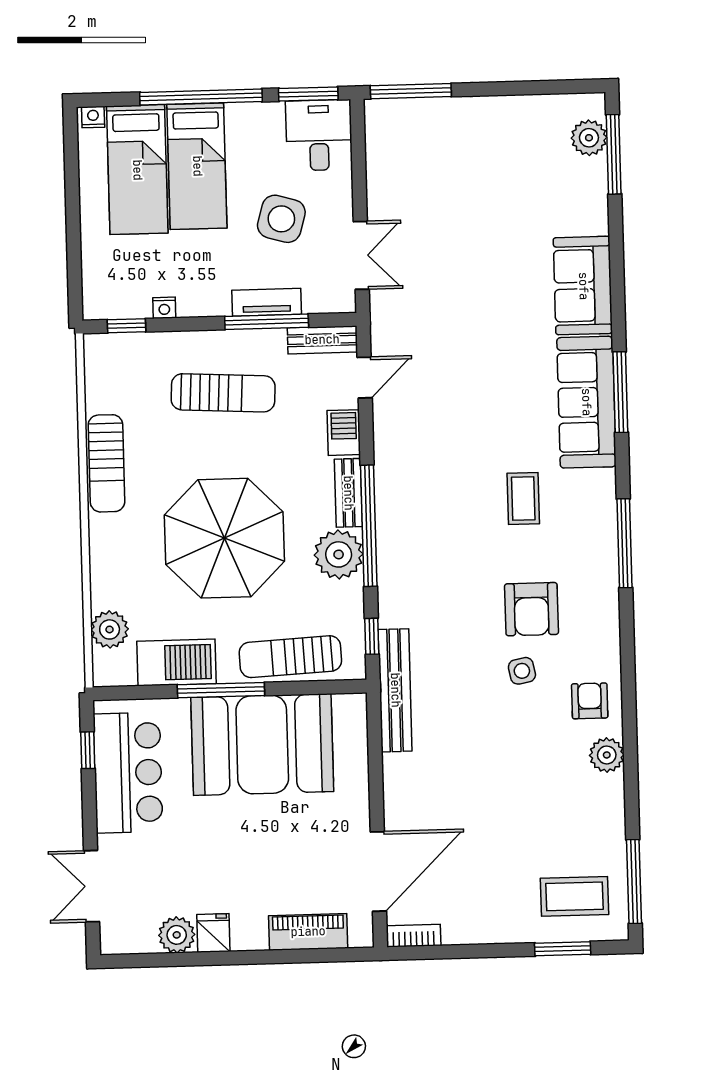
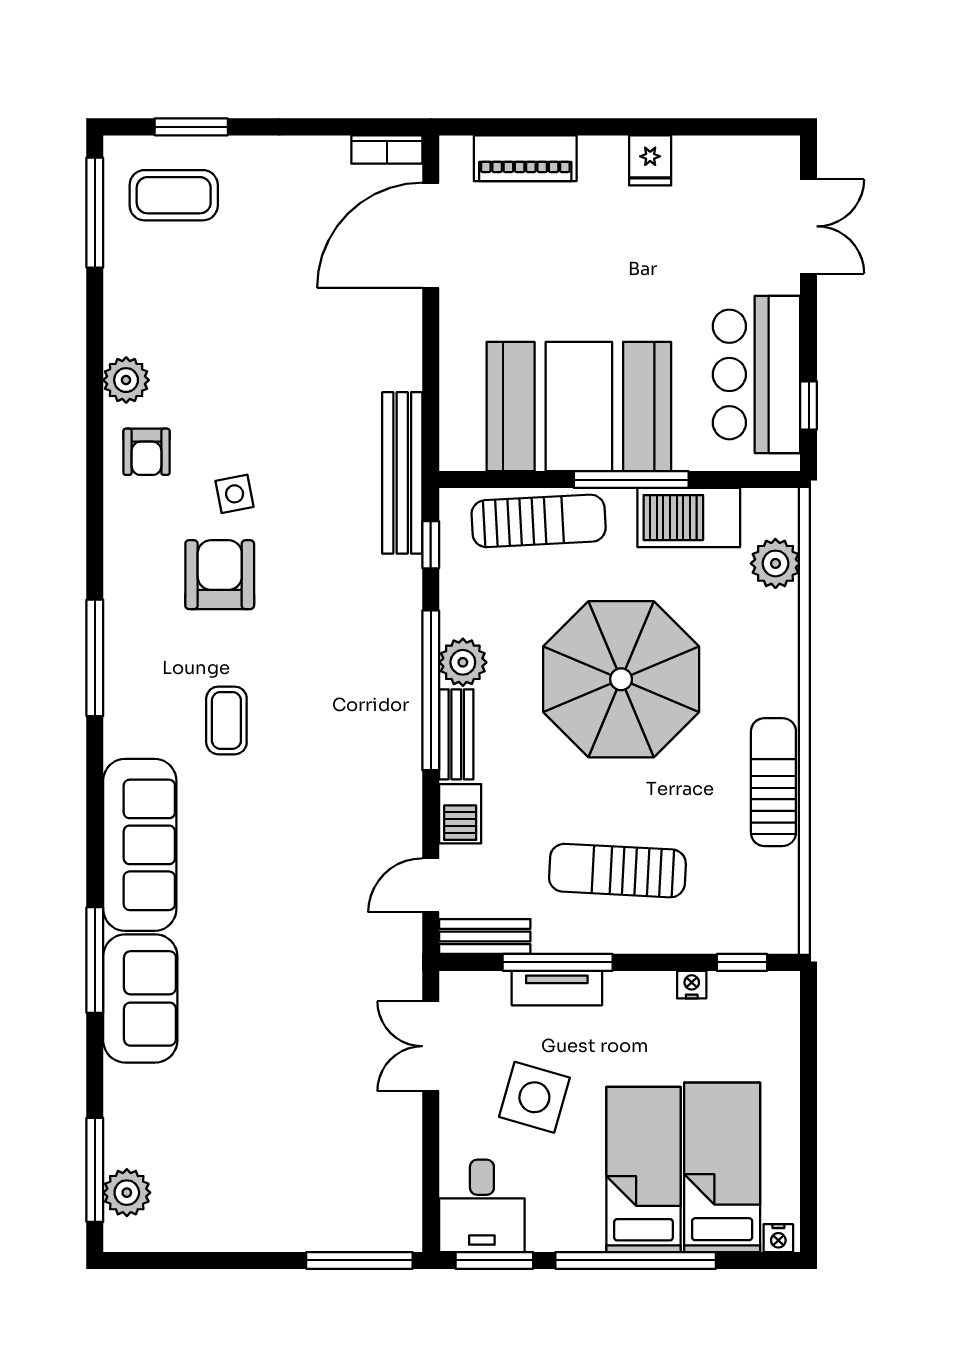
window: (620, 392) -> (95, 960), moved
plant: (339, 554) -> (463, 662), width x0.73, depth x0.73
plant: (177, 935) -> (698, 159), removed

